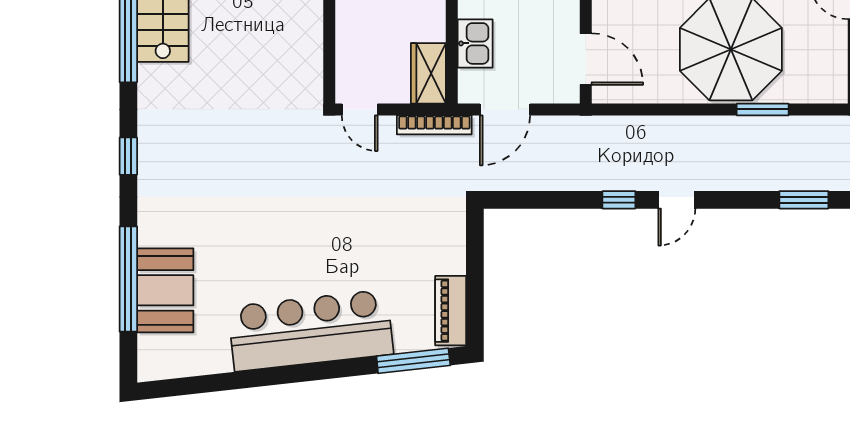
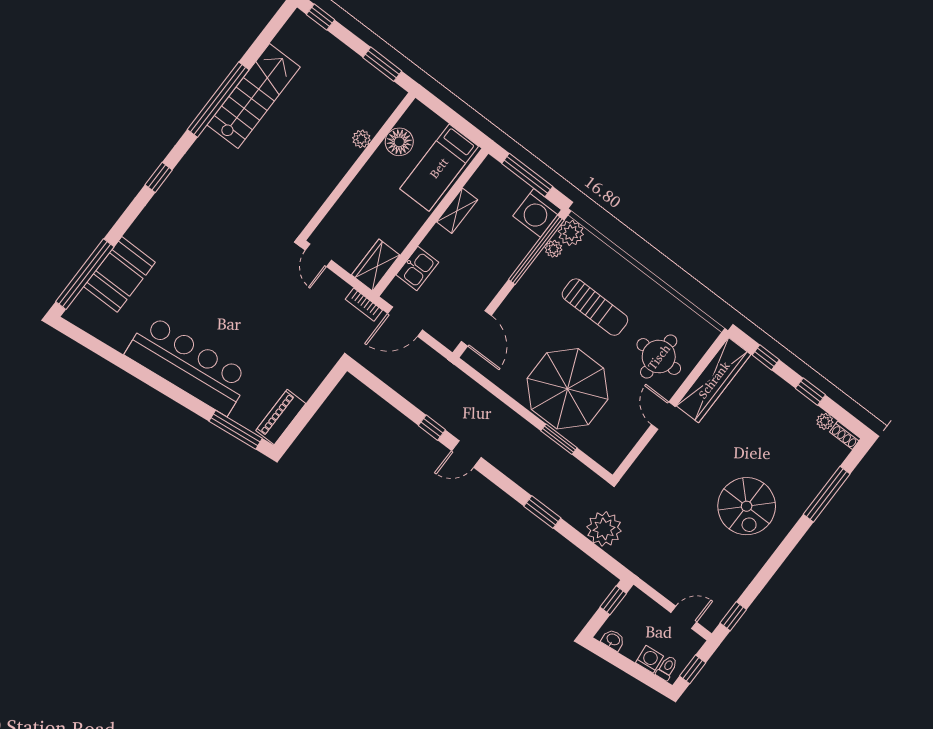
bookcase: (434, 125) -> (364, 305), width x0.64
window: (128, 279) -> (85, 274), moved

